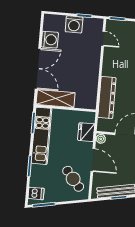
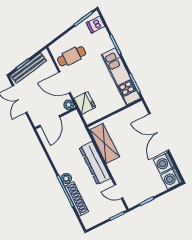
washing machine: (74, 24) -> (171, 178), moved, turned -90
dresser: (107, 98) -> (95, 163), moved
shelving: (56, 99) -> (105, 143), moved, turned 90
cafe table: (73, 179) -> (72, 56), turned -50

